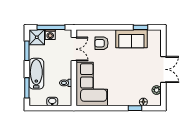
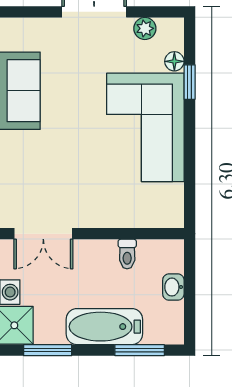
armchair: (101, 43) -> (29, 165), removed
double door: (74, 49) -> (43, 234), swing flipped
corner sofa: (92, 84) -> (145, 127), moved, turned -90

